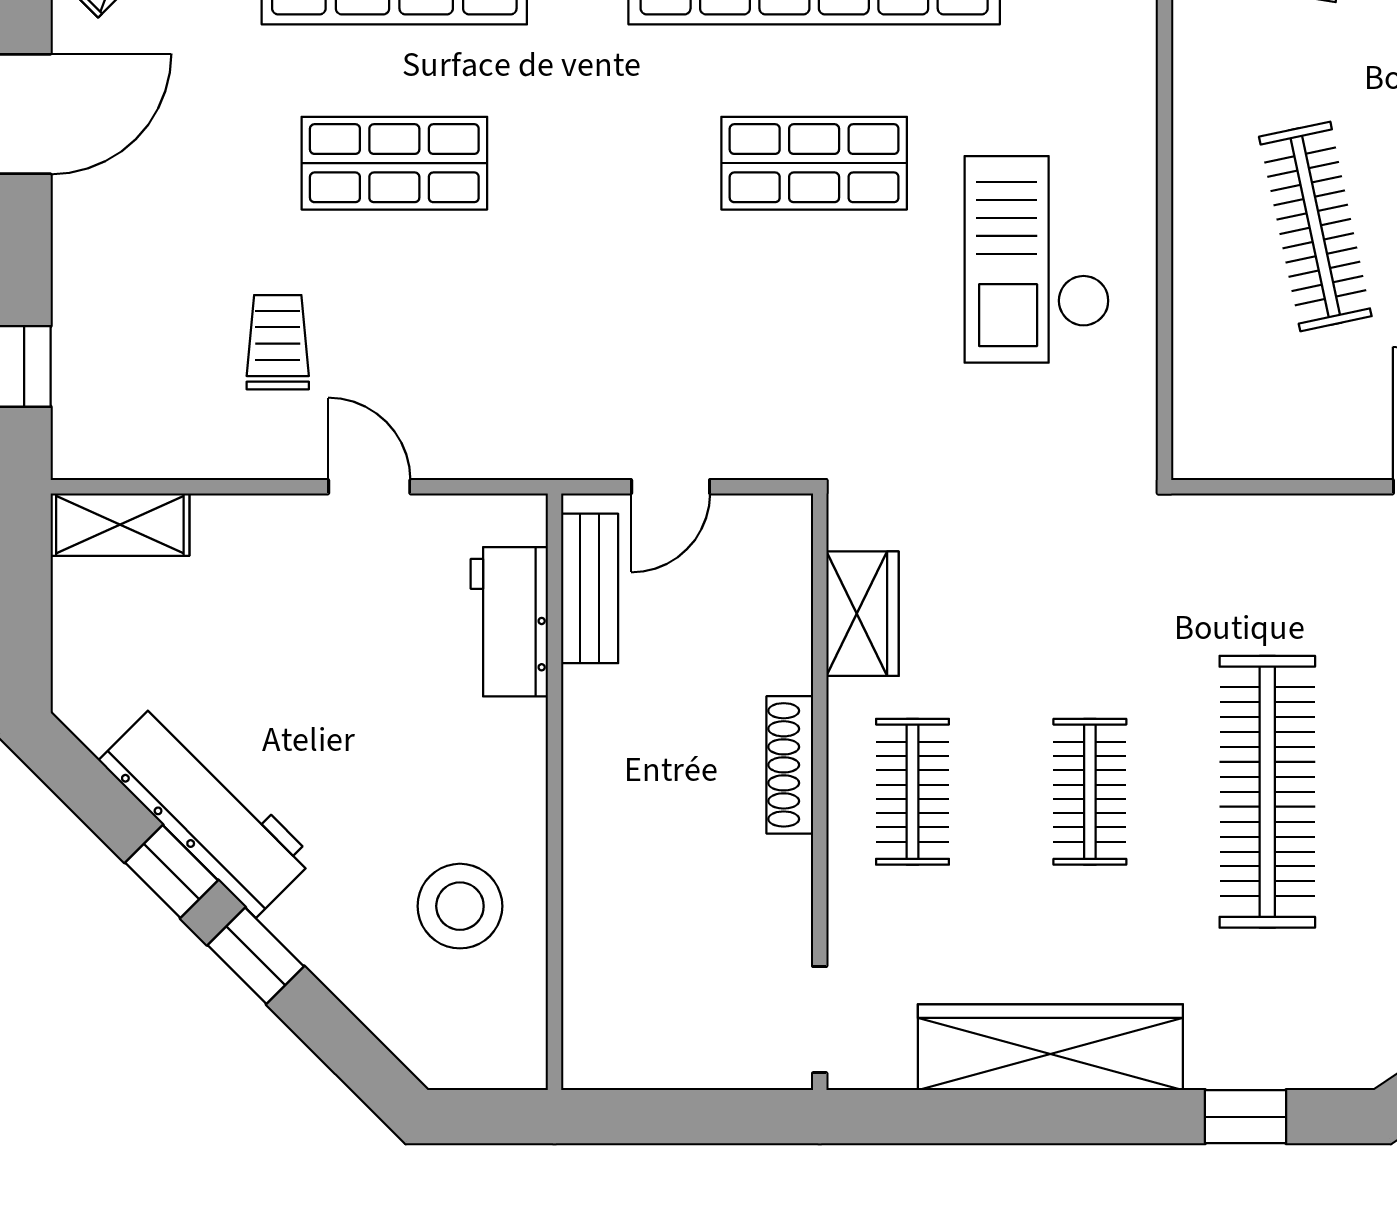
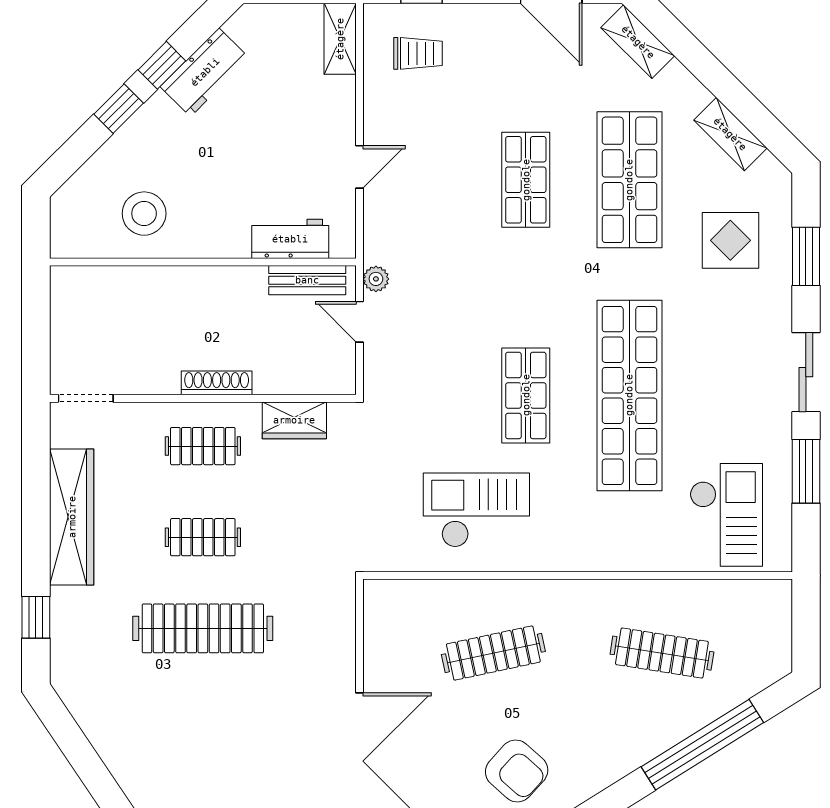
trolley: (278, 342) -> (418, 53), moved
plant: (587, 455) -> (376, 279), added
workbench: (207, 810) -> (205, 72), width x0.73

